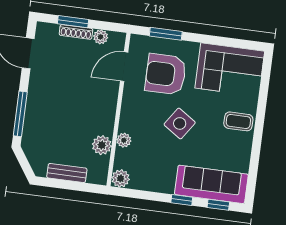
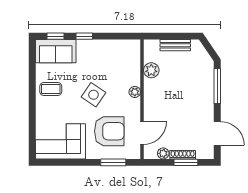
coffee table: (238, 121) -> (51, 89), moved
plant: (124, 140) -> (135, 92), moved
plant: (121, 178) -> (133, 46), removed
sofa: (211, 184) -> (56, 51), width x0.73

